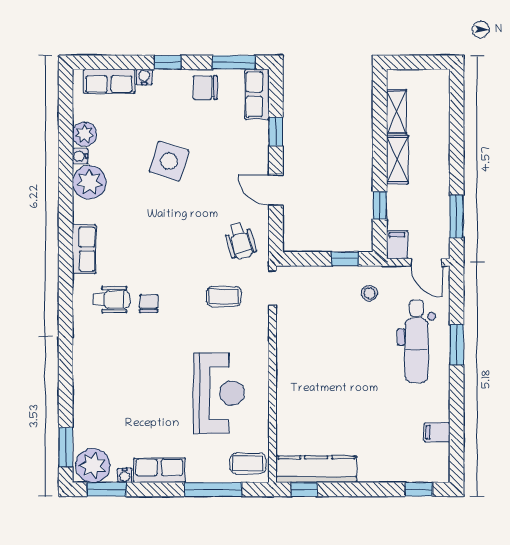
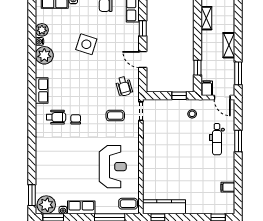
shelving: (397, 160) -> (229, 45), moved
dental chair: (416, 341) -> (217, 139), width x0.73, depth x0.72

